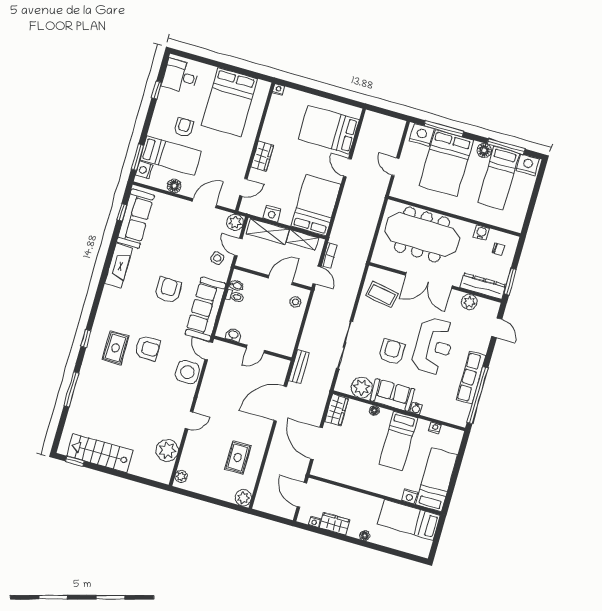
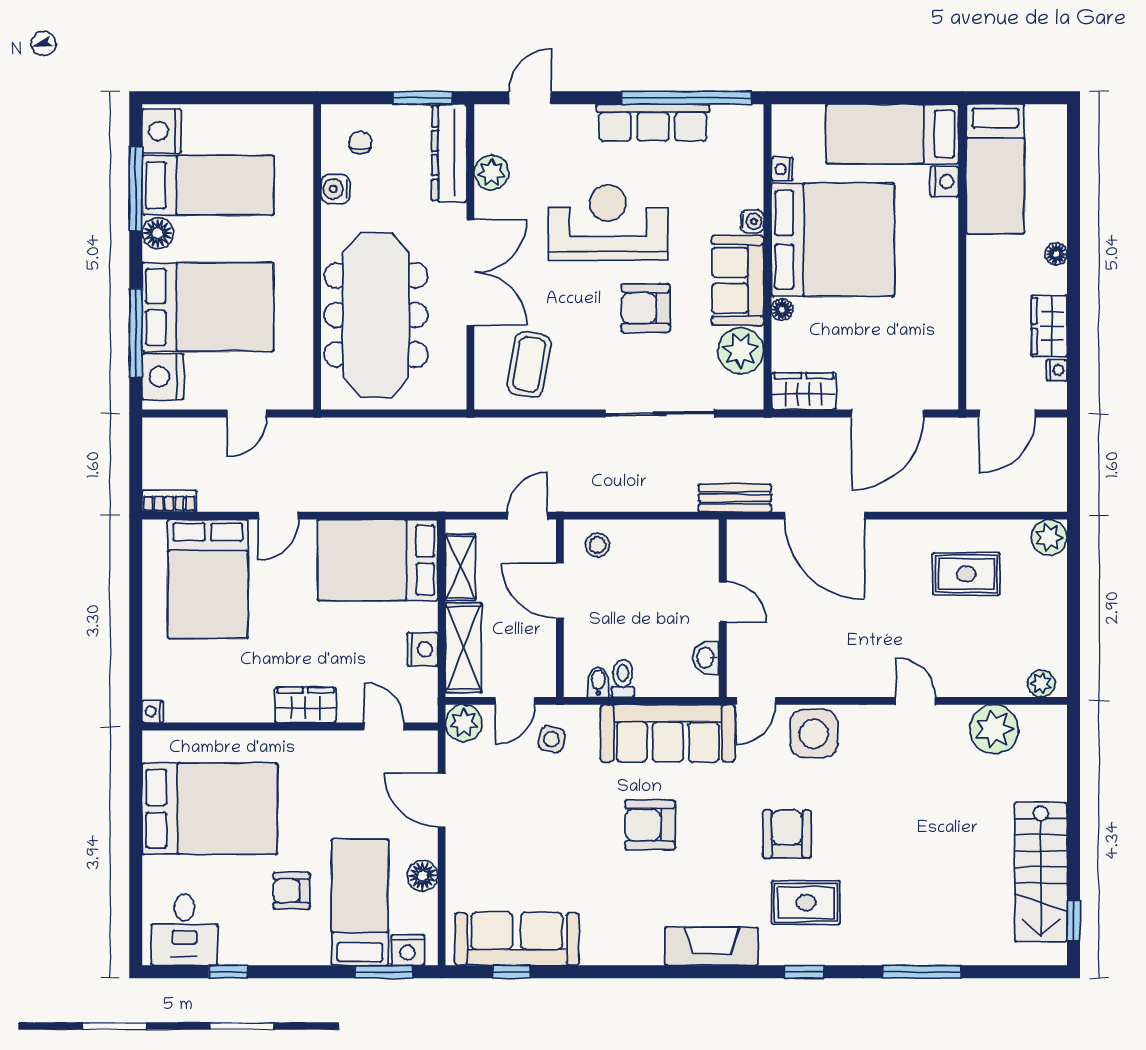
bookcase: (329, 255) -> (169, 501), moved
fireplace: (119, 266) -> (712, 946), moved
bed: (398, 441) -> (833, 240), width x2.04

